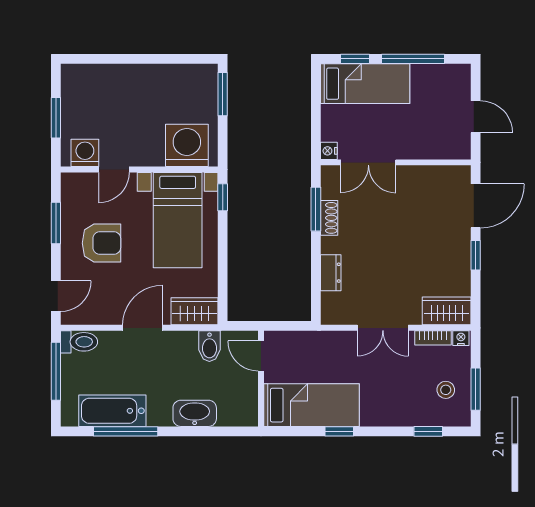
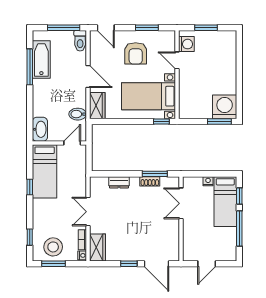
washing machine: (187, 145) -> (225, 107), moved, turned -90
nightstand: (329, 151) -> (208, 181), moved
stool: (446, 390) -> (53, 247), width x1.89, depth x1.89
washbasin: (195, 413) -> (40, 129), moved

